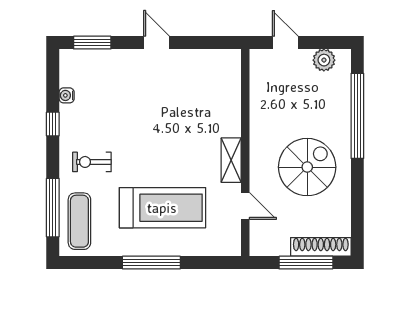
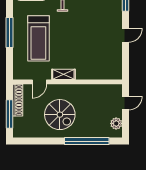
shoe rack: (321, 247) -> (18, 100), moved

